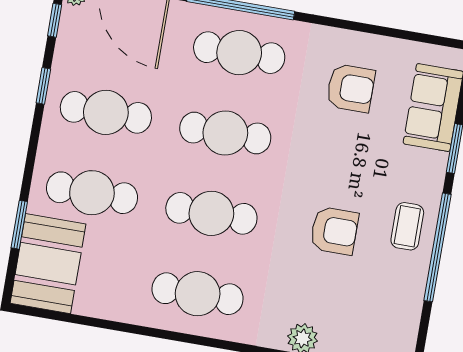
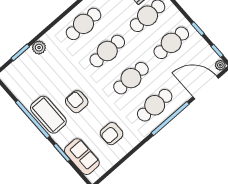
coffee table: (407, 226) -> (48, 115), width x1.86, depth x1.72
armchair: (334, 231) -> (77, 102), moved, turned 90

